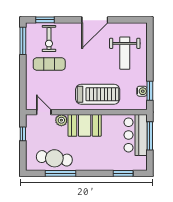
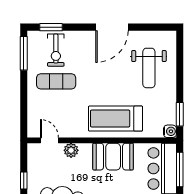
water cooler: (142, 91) -> (170, 131), moved
treadmill: (98, 94) -> (116, 119), turned 180
booth: (85, 125) -> (113, 157), moved
window: (23, 134) -> (24, 180), moved

